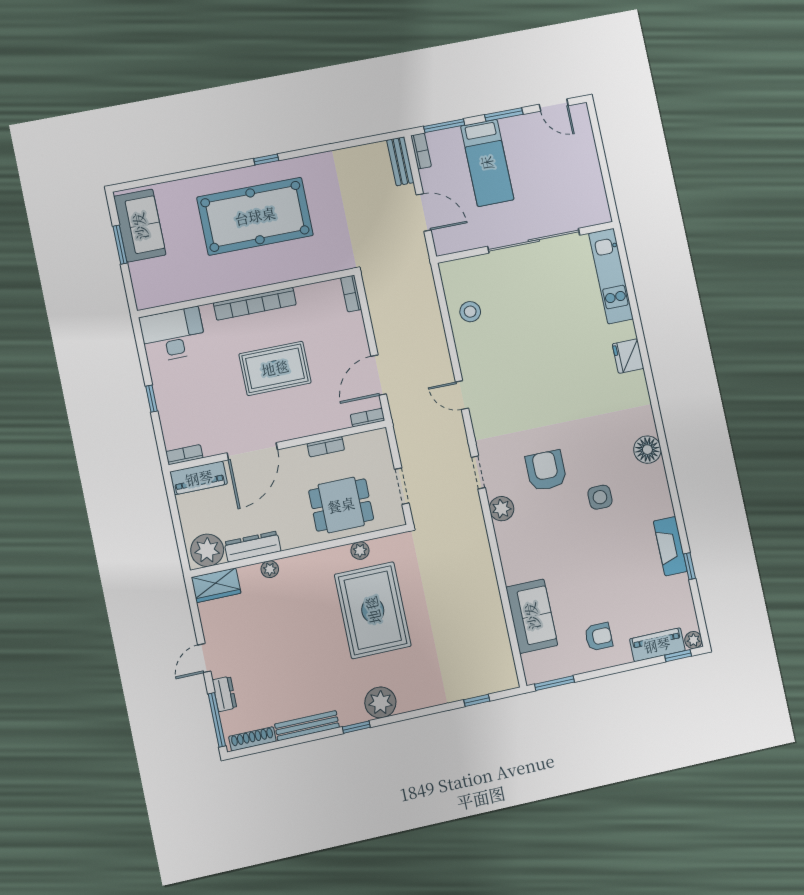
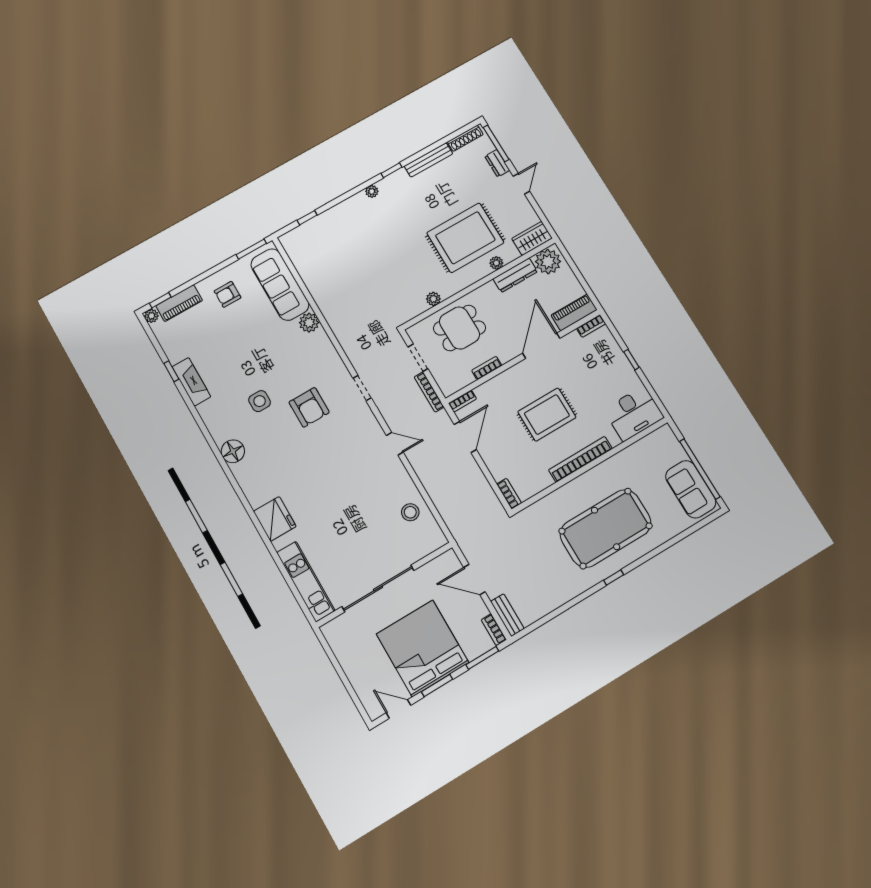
bed: (487, 163) -> (423, 648), width x2.04
window: (120, 245) -> (700, 469), width x2.11
fridge: (628, 356) -> (275, 519), width x1.36, depth x1.34
bookcase: (402, 441) -> (429, 392), added
plant: (502, 509) -> (309, 323), moved
rug: (373, 610) -> (465, 238), moved, turned 90
sofa: (532, 616) -> (280, 285), width x1.36
plant: (380, 702) -> (372, 191), width x0.53, depth x0.53

